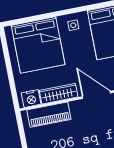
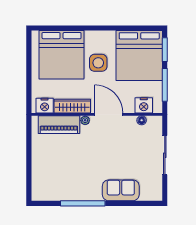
side table: (73, 25) -> (98, 63), moved, width x1.87, depth x1.87
plant: (74, 105) -> (85, 120), added

